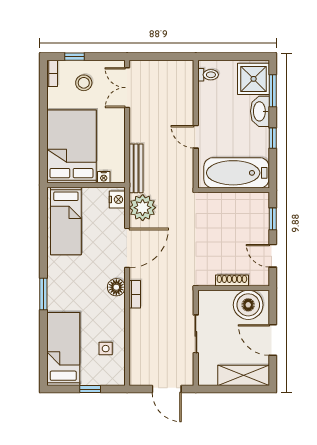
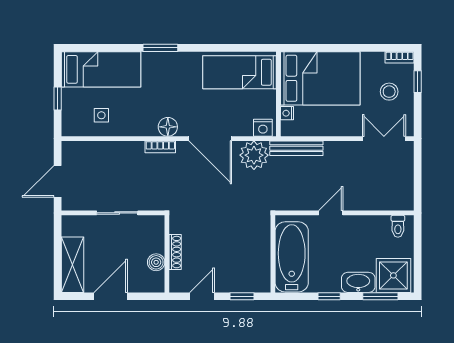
boiler: (248, 305) -> (156, 262), width x0.54, depth x0.54

